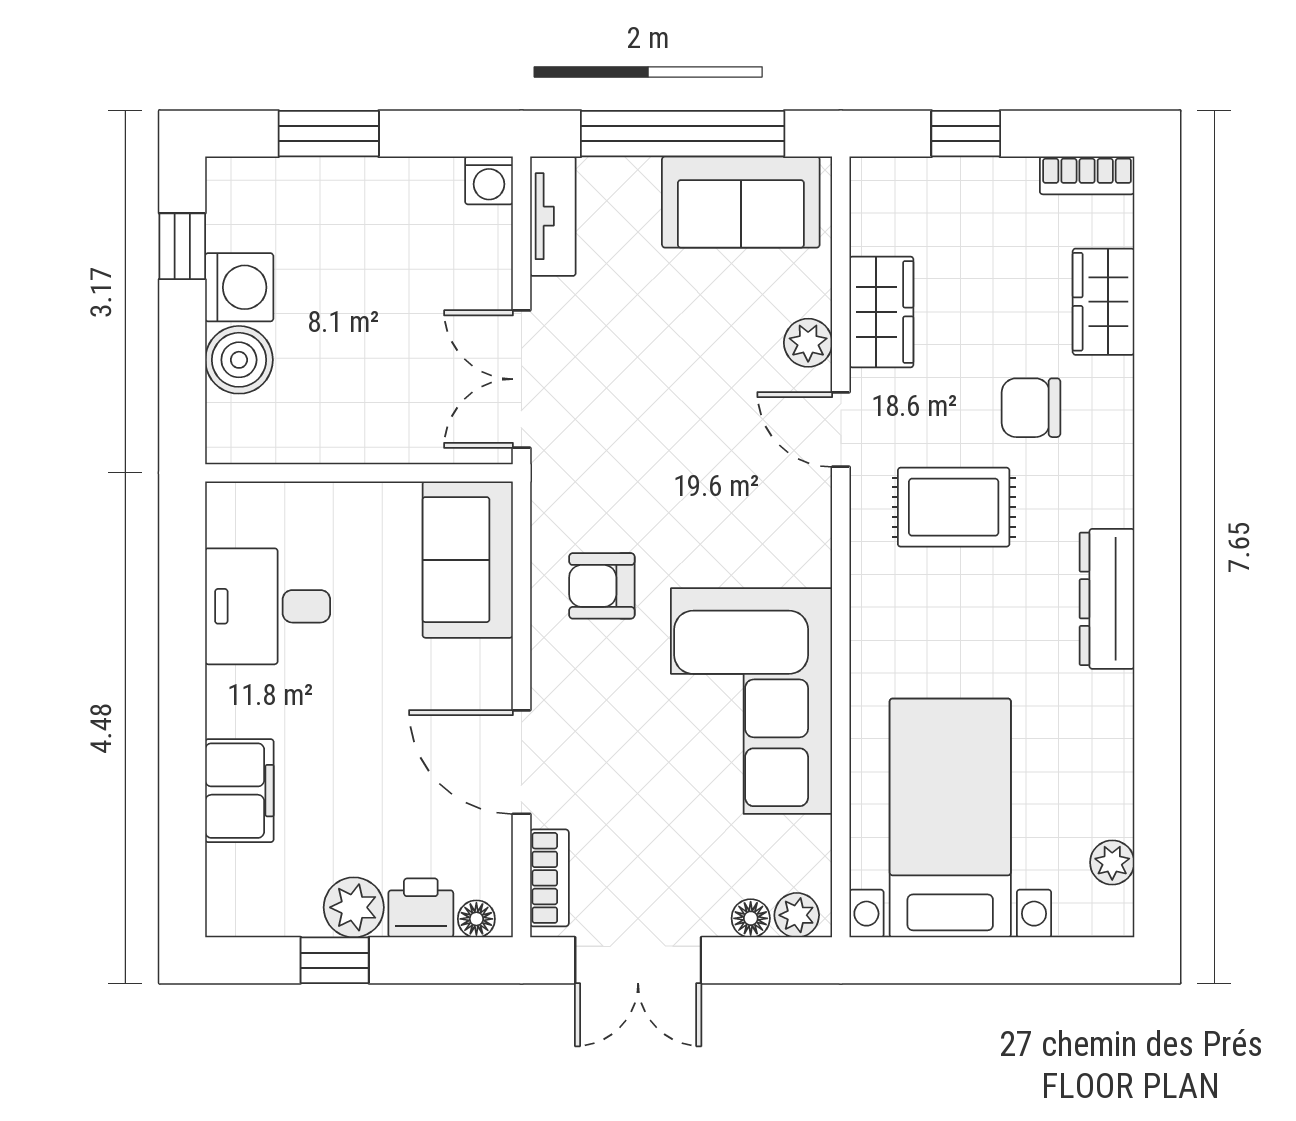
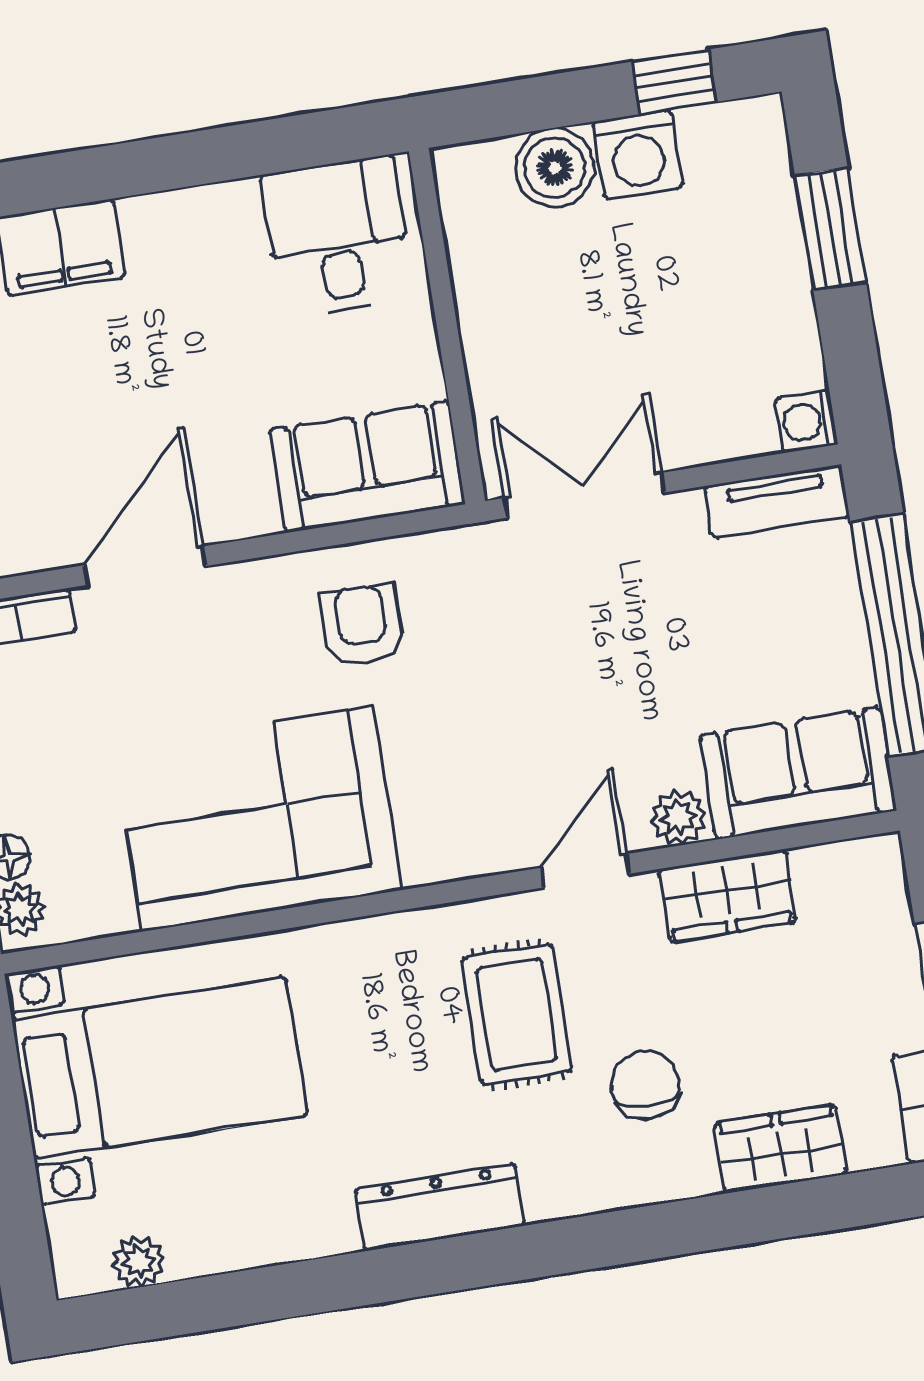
sofa: (741, 202) -> (798, 773), moved, turned 90
desk: (268, 606) -> (337, 236), moved

